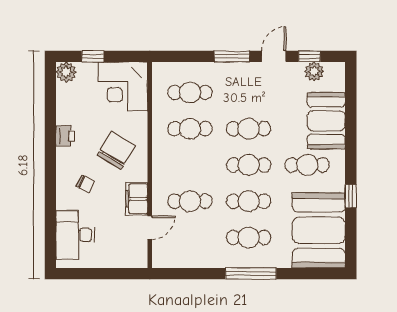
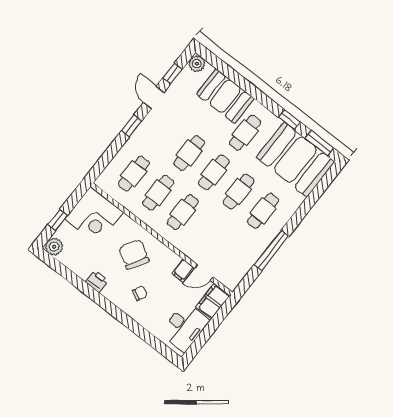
window: (232, 56) -> (132, 126), width x0.67
plant: (314, 71) -> (197, 64), moved
filing cabinet: (137, 199) -> (183, 271), width x0.50
cafe table: (190, 201) -> (183, 212), moved
door: (150, 227) -> (204, 273), swing flipped
desk: (75, 235) -> (185, 327), moved, turned -90
window: (351, 240) -> (319, 143), added
filing cabinet: (130, 256) -> (213, 301), added
window: (251, 274) -> (272, 250), moved

